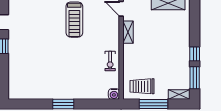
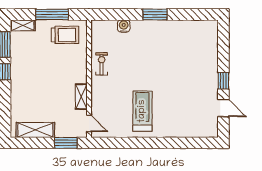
water cooler: (114, 94) -> (124, 26), moved

